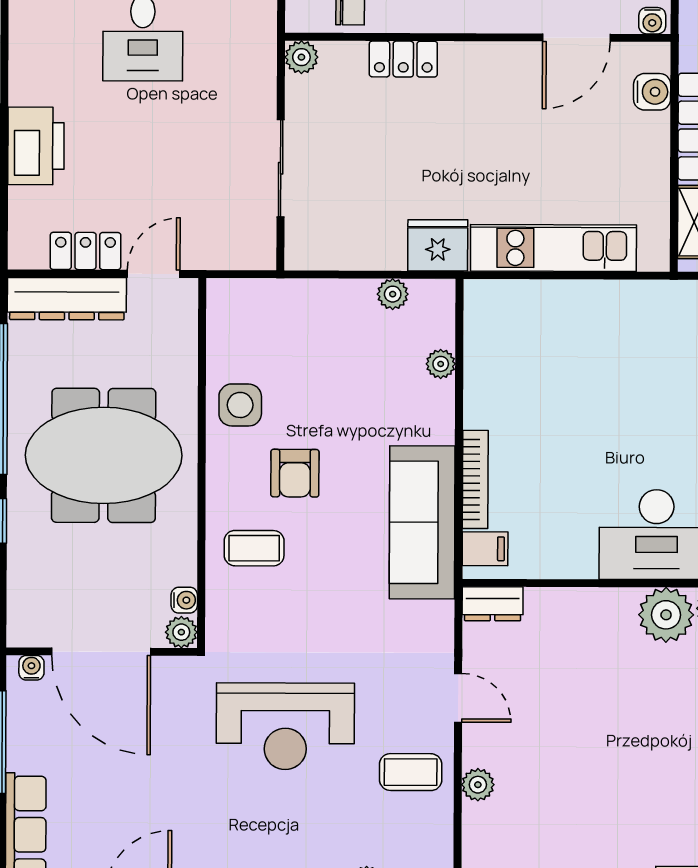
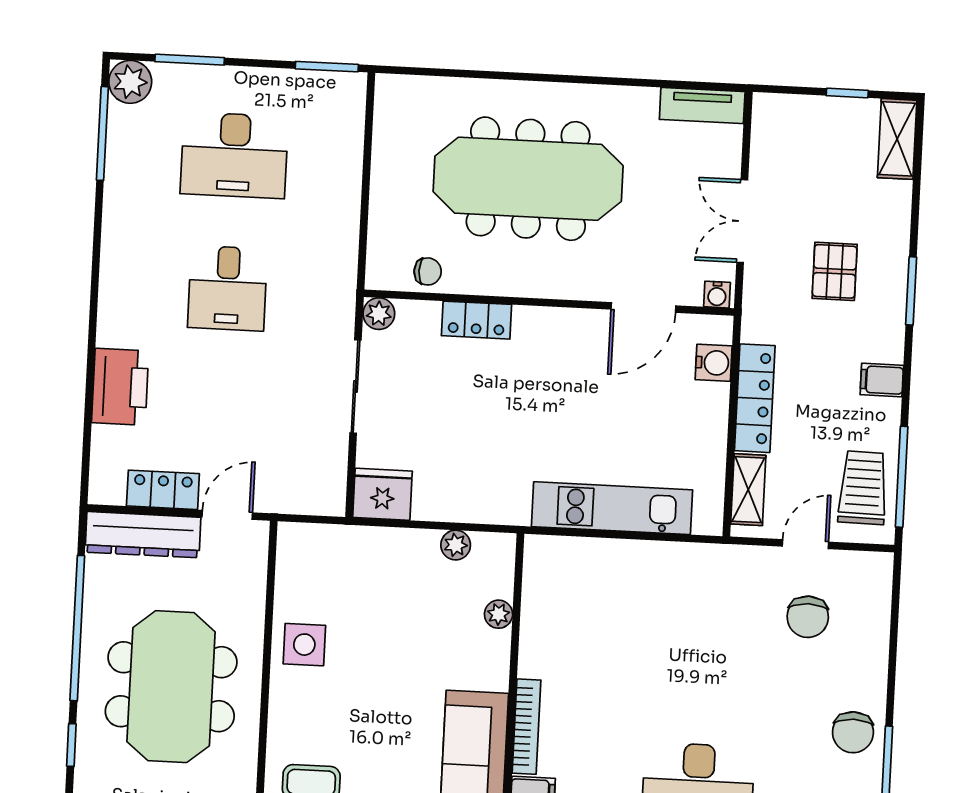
sliding door: (281, 168) -> (356, 386), moved
fridge: (438, 245) -> (382, 494), moved
meeting table: (104, 455) -> (171, 687), turned 90
armchair: (295, 473) -> (354, 712), removed

